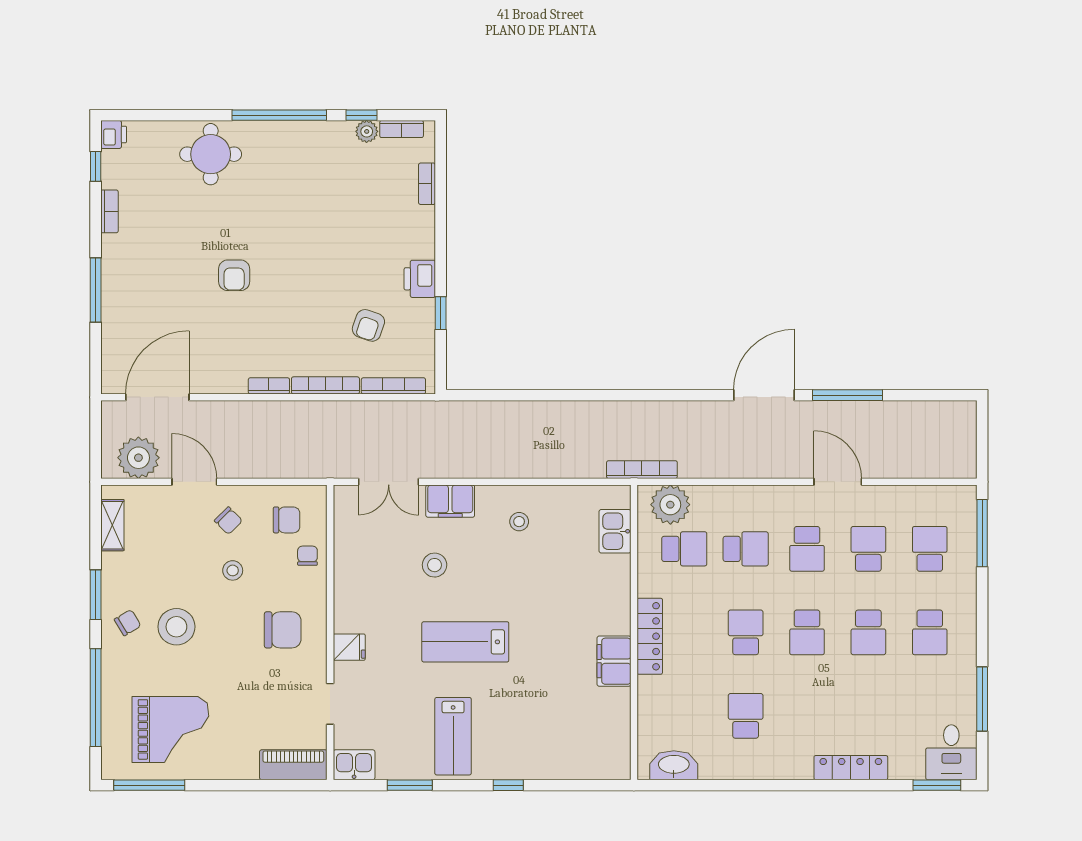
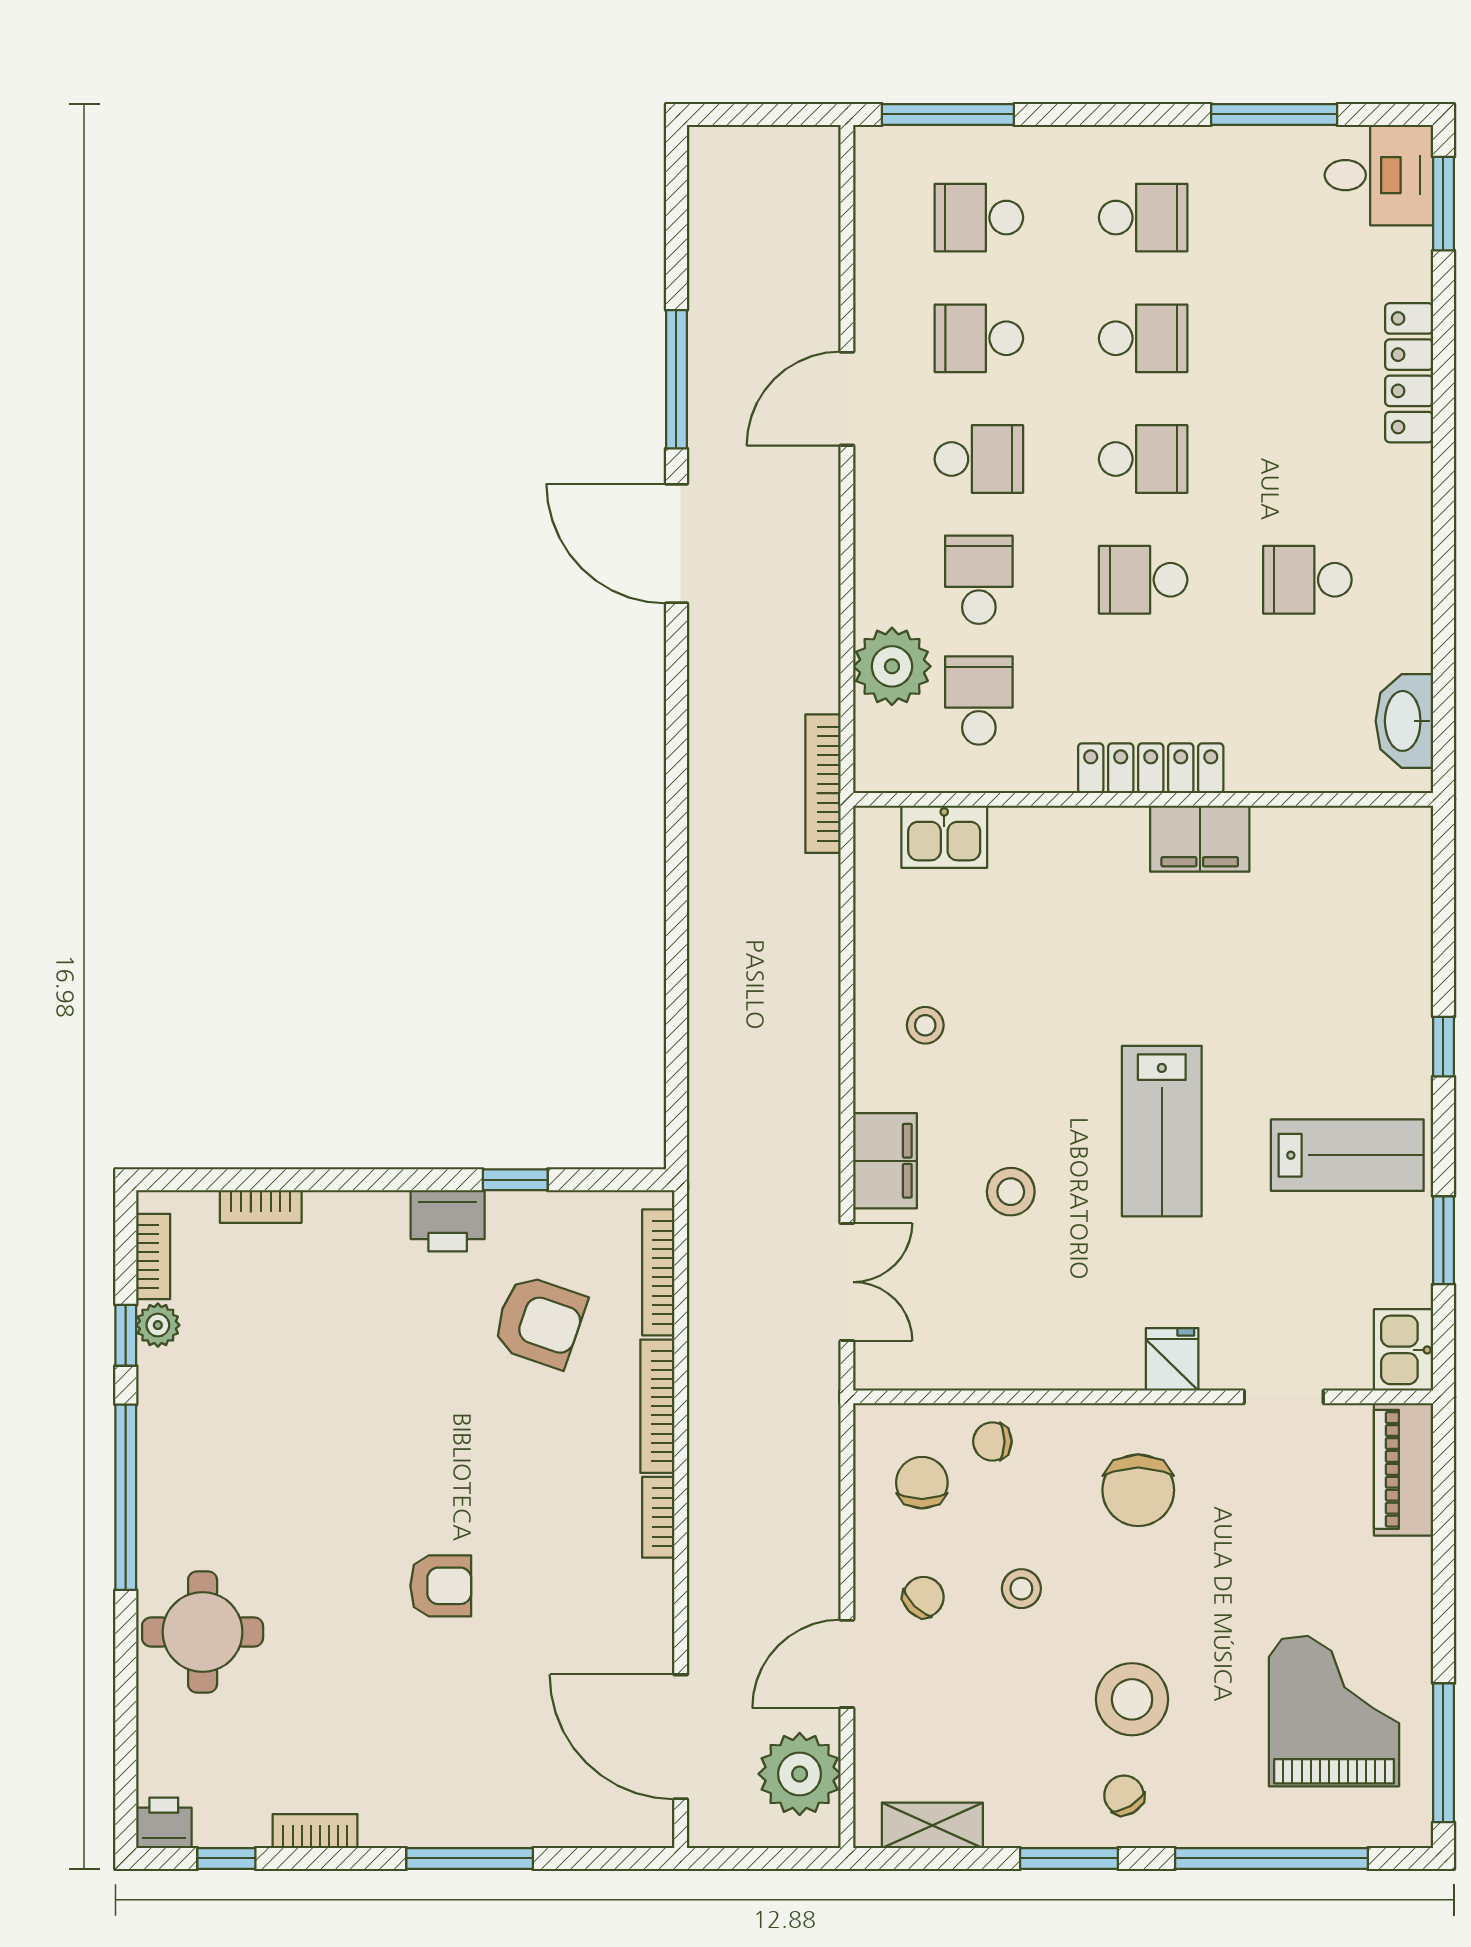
armchair: (368, 325) -> (539, 1322), width x1.38, depth x1.38
plant: (670, 505) -> (892, 666), moved
chair: (283, 630) -> (1138, 1490), turned 180

